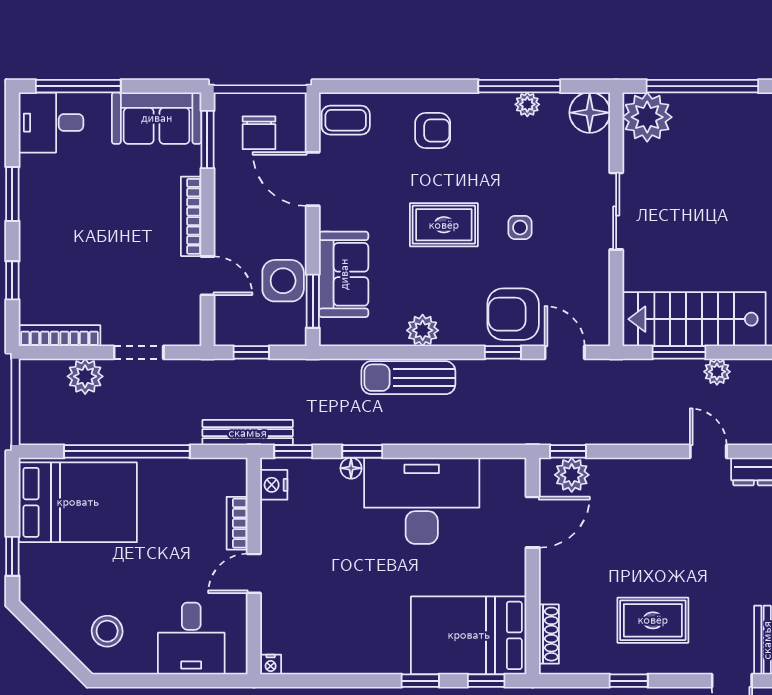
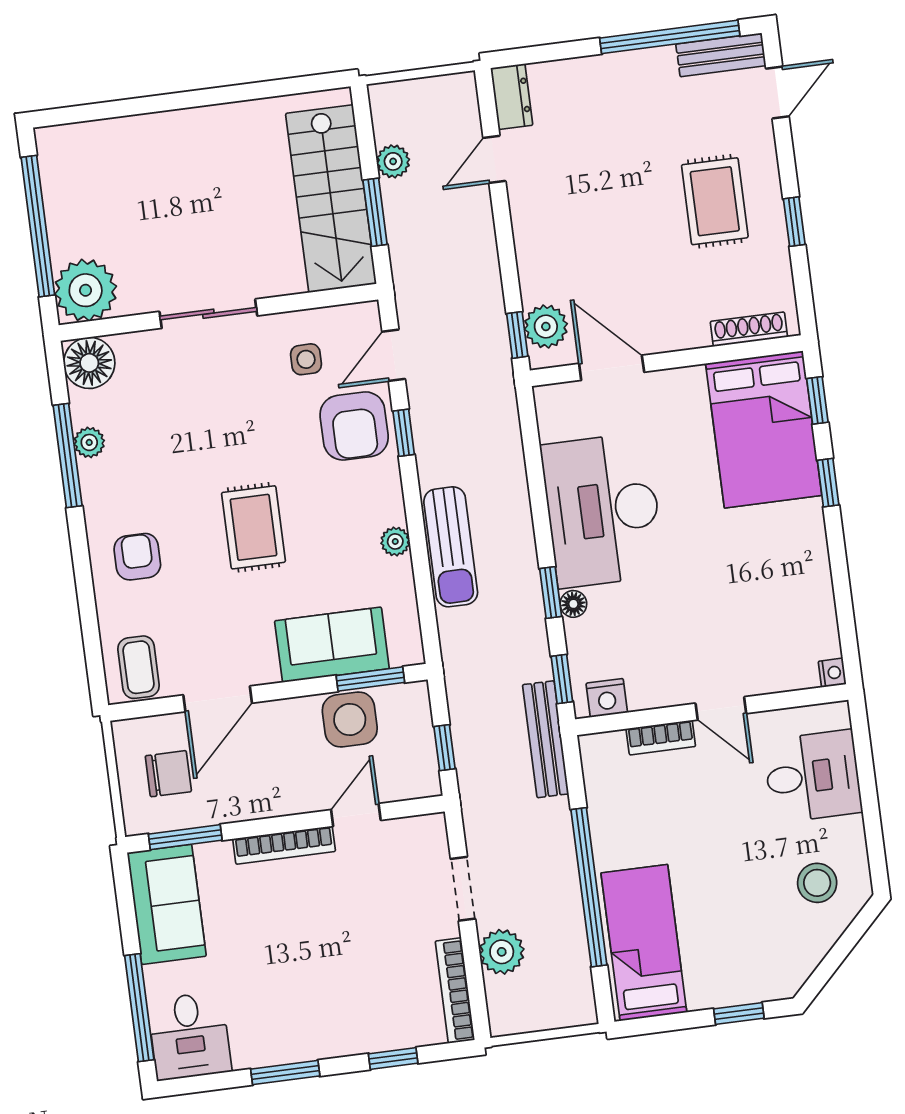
side table: (520, 228) -> (306, 359), moved
plant: (423, 330) -> (395, 541), width x0.73, depth x0.73
bed: (78, 502) -> (644, 943), width x0.67

